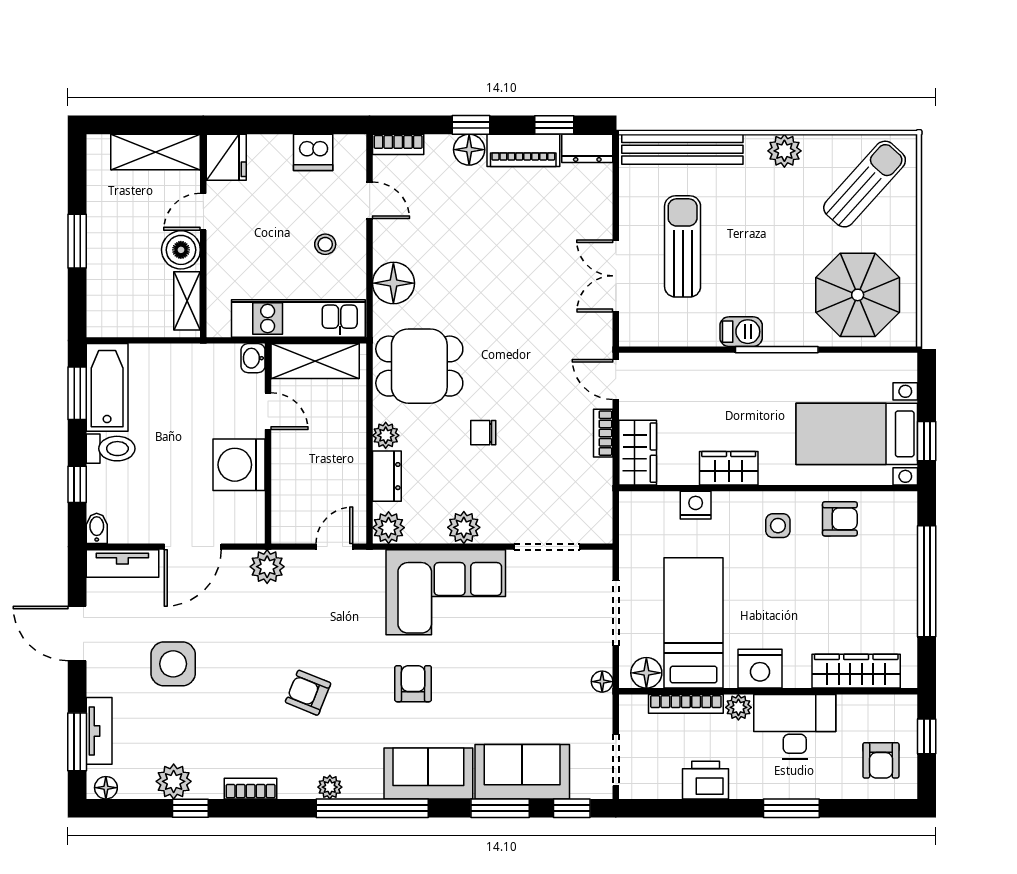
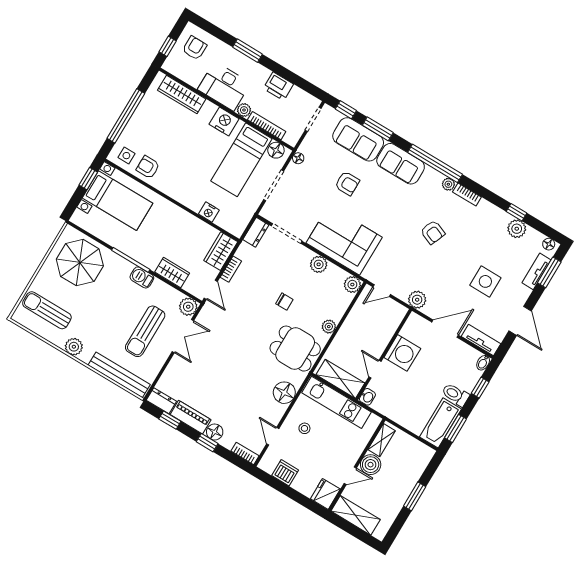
sun lounger: (865, 184) -> (47, 310), turned 48
plant: (636, 329) -> (188, 307), added
wardrobe: (729, 468) -> (172, 272), moved, turned 180
dresser: (387, 476) -> (256, 232), moved, turned 180
side table: (778, 526) -> (126, 156), moved
armchair: (413, 684) -> (347, 183), moved, turned -90
bookcase: (251, 789) -> (467, 194), moved

